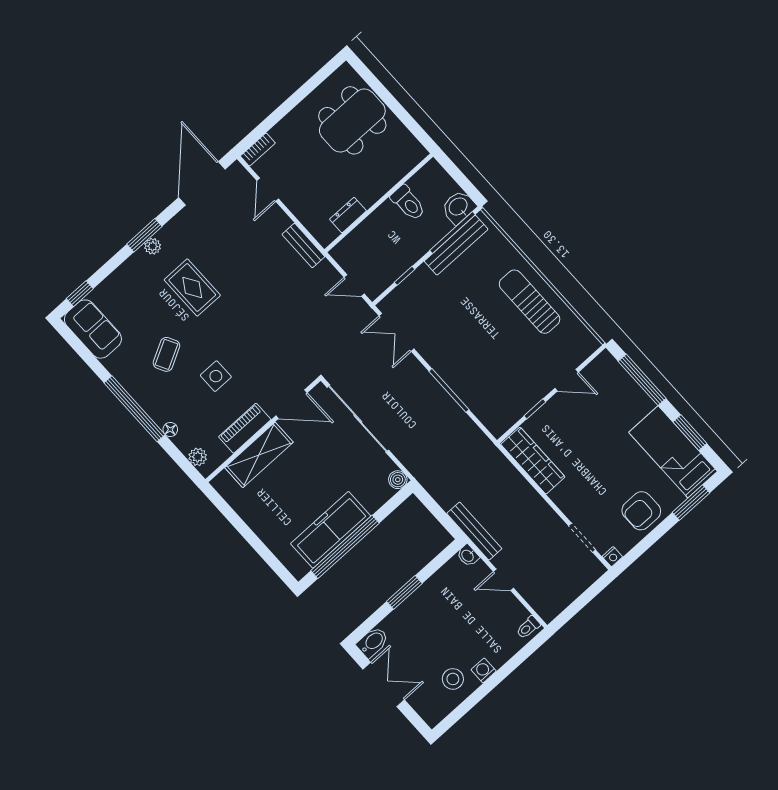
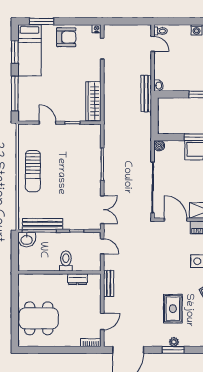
toilet: (408, 203) -> (66, 261), moved
door: (504, 580) -> (153, 44), moved

